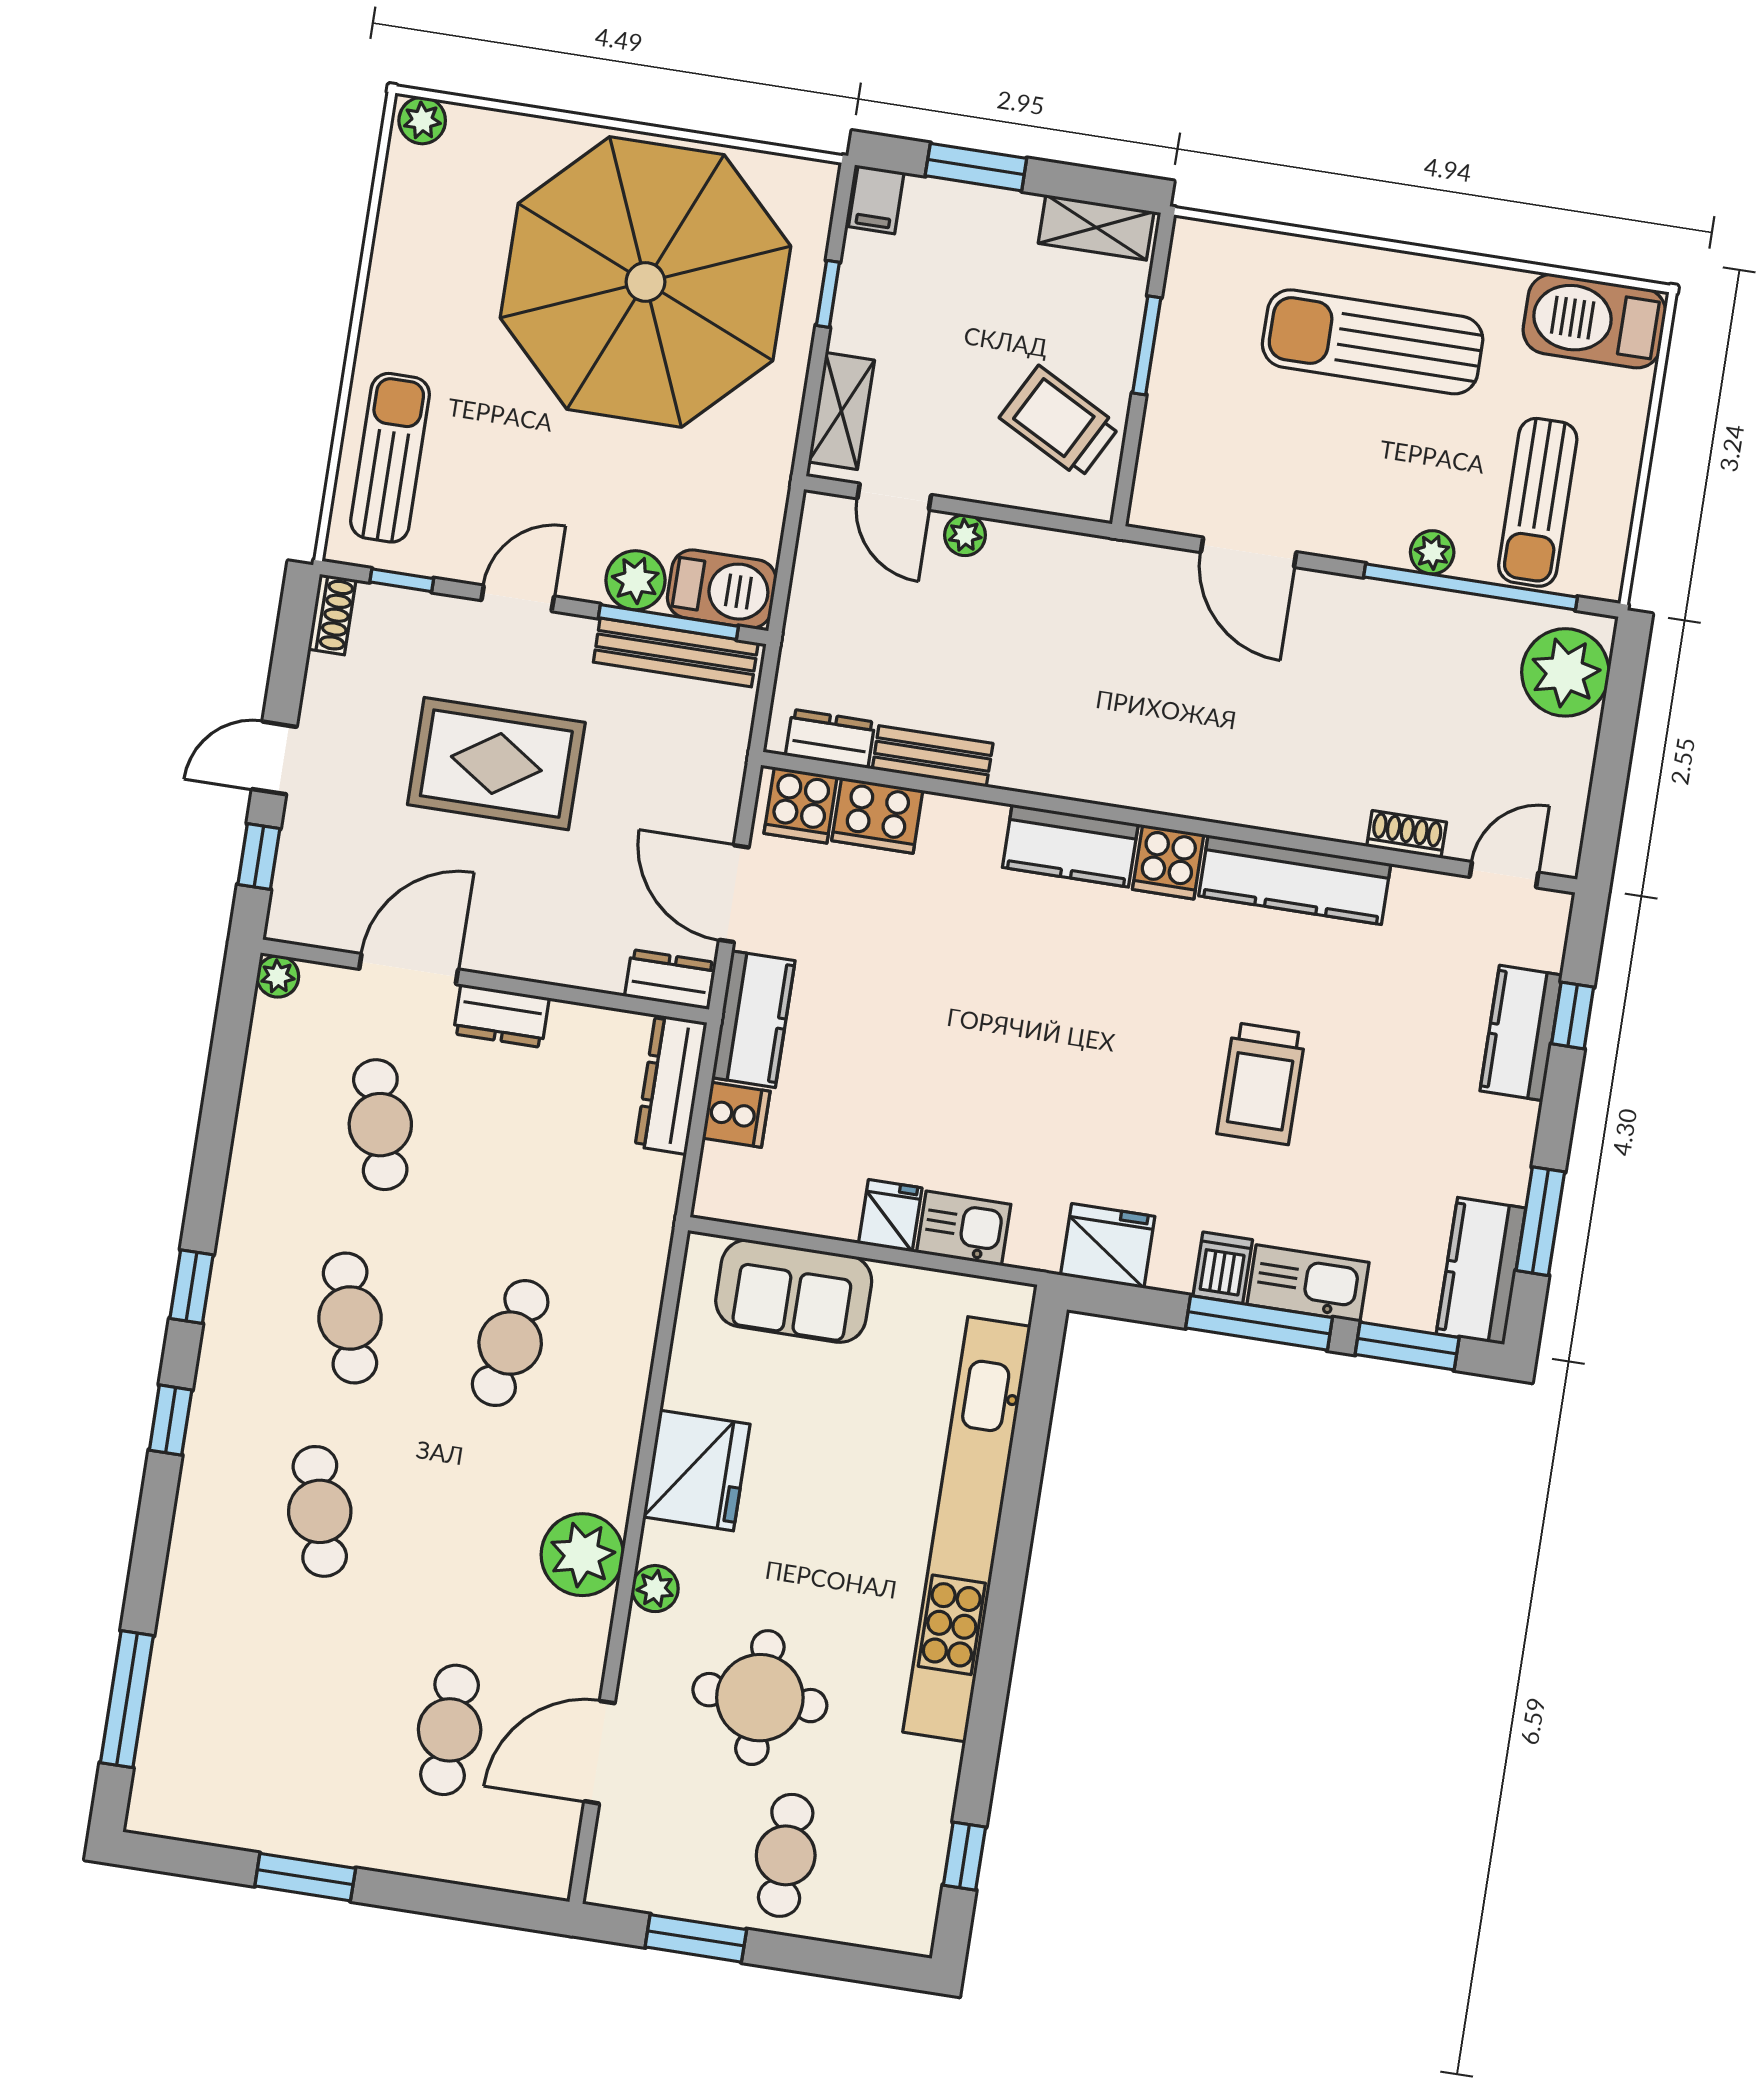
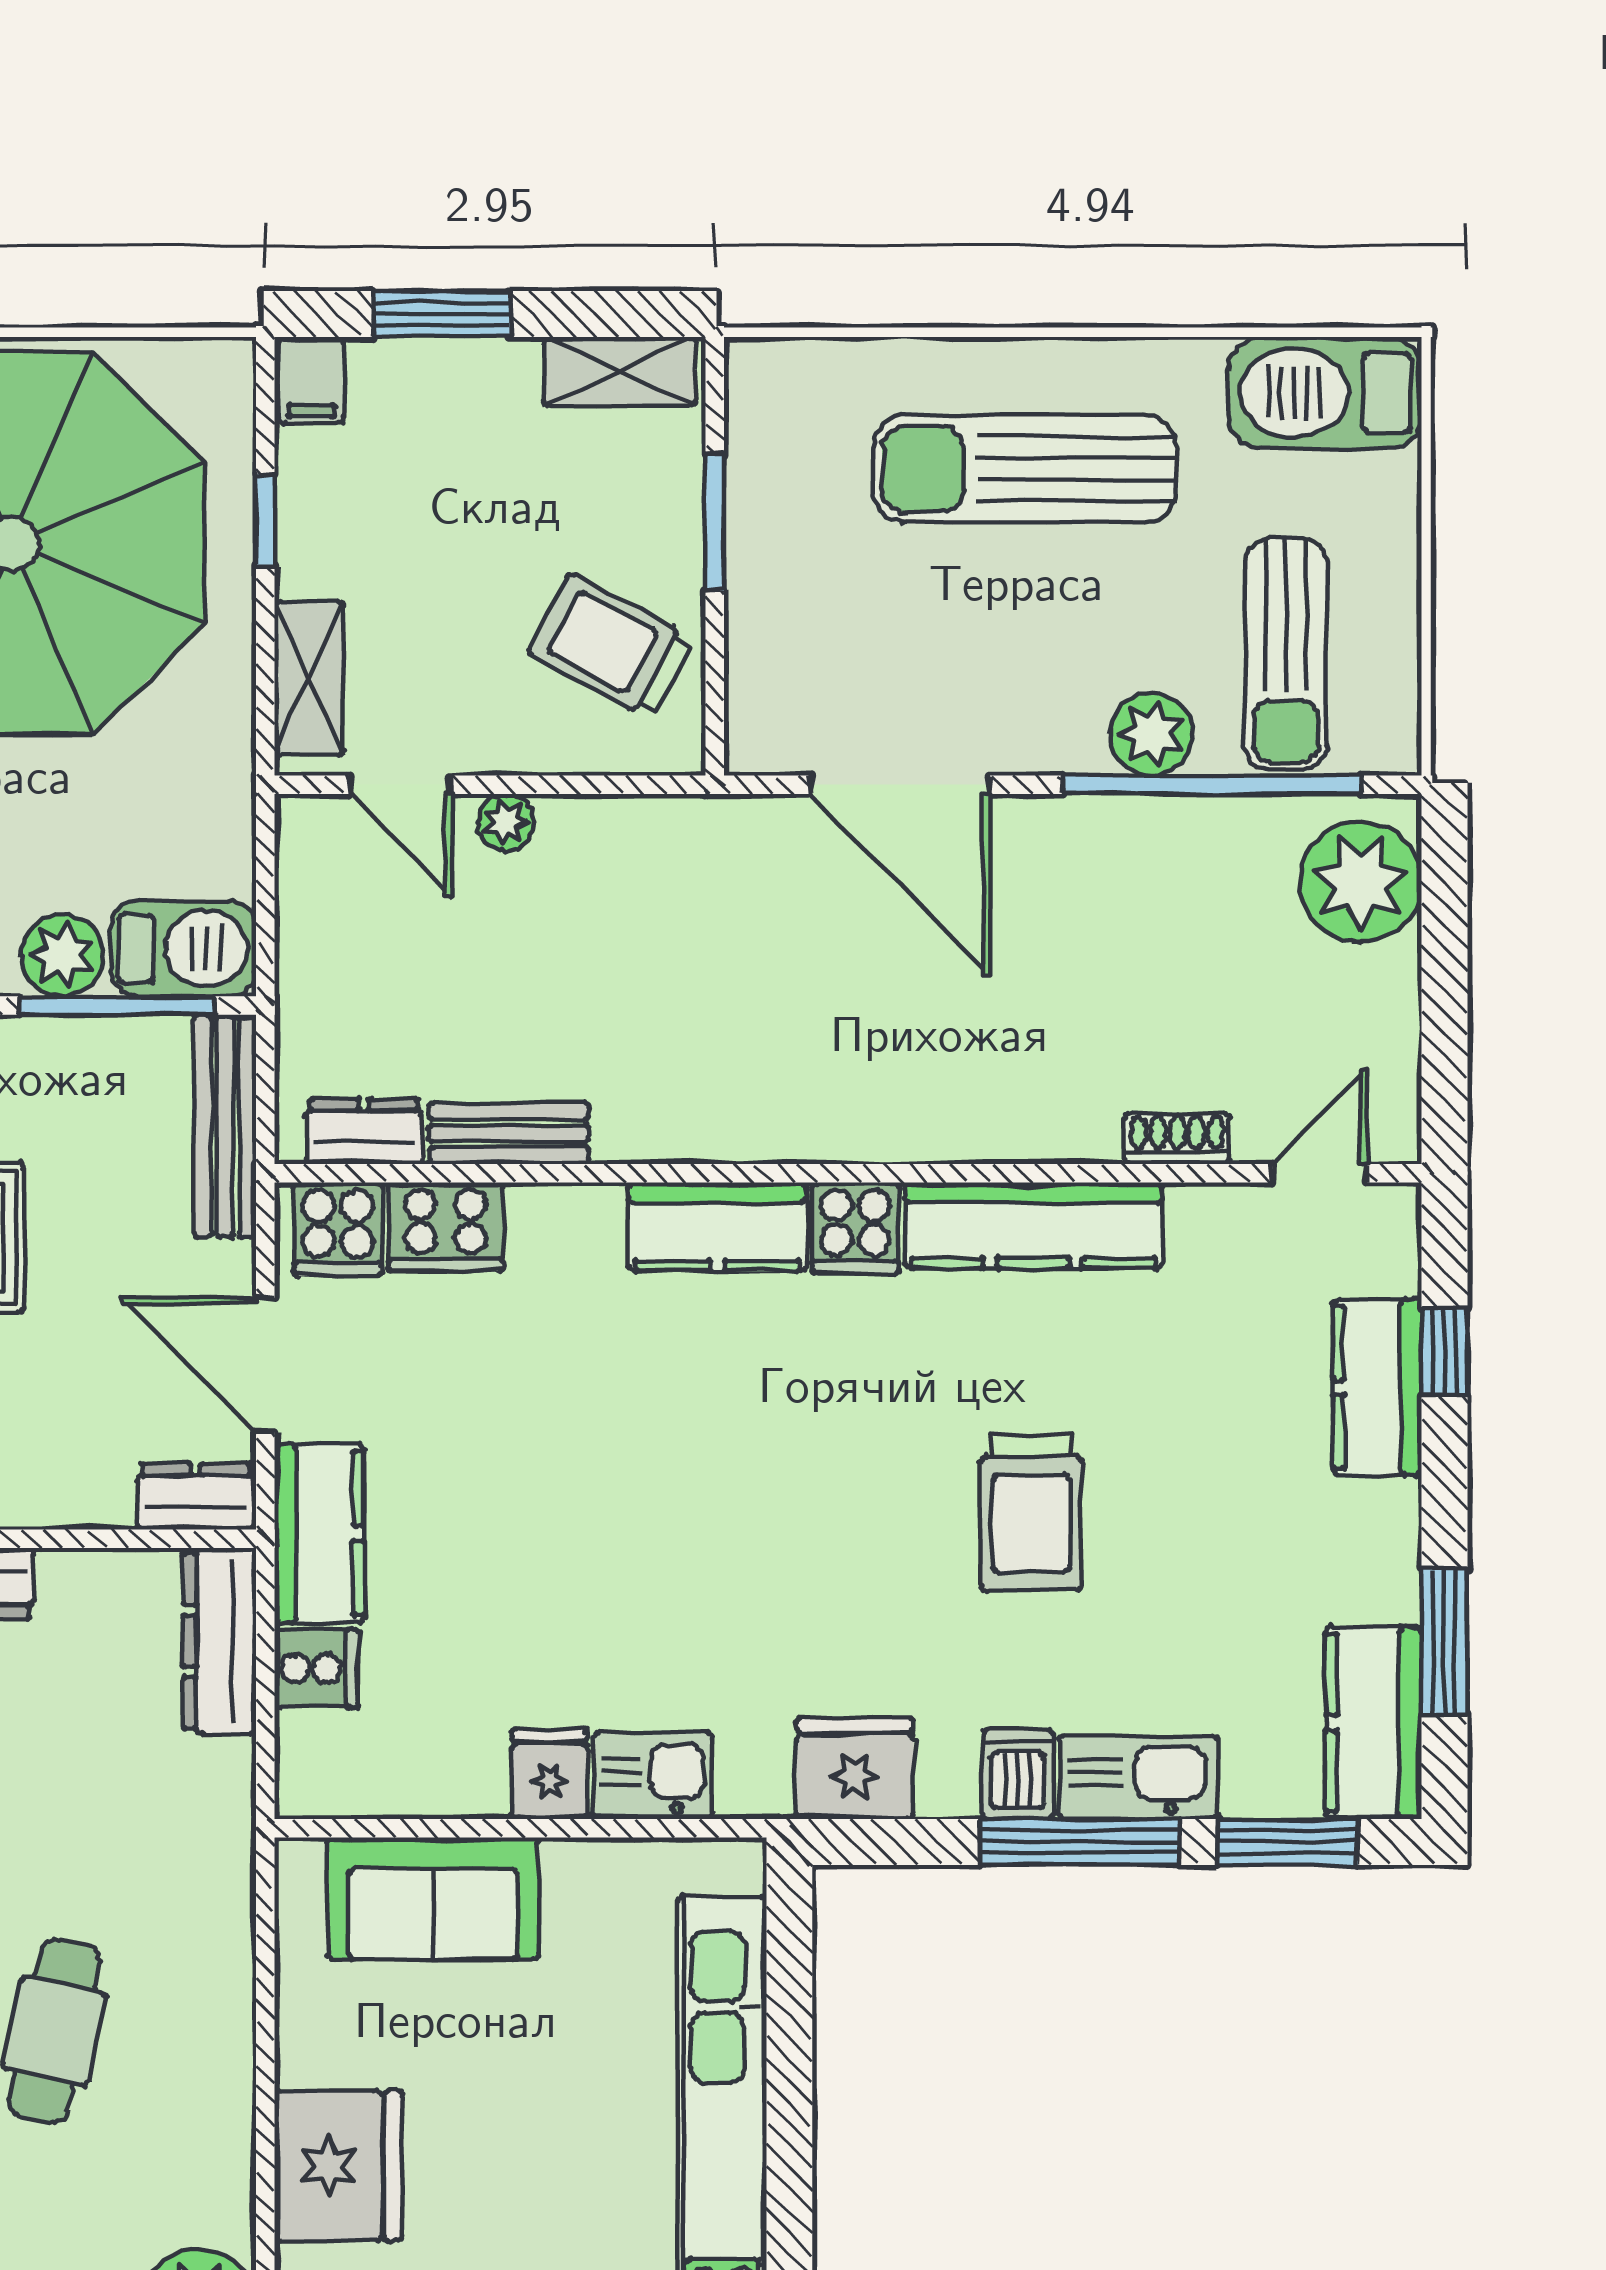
door: (1249, 552) -> (899, 785), width x1.36
plant: (1432, 552) -> (1152, 734), width x1.38, depth x1.38
bench: (676, 652) -> (225, 1126), moved, turned 90

